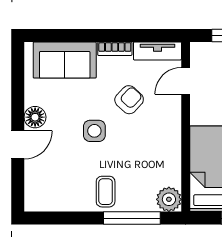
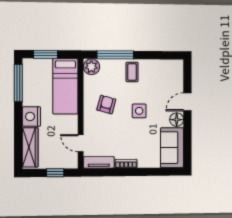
sofa: (65, 60) -> (172, 148), moved, turned -90
door: (186, 81) -> (81, 143), swing flipped
armchair: (129, 100) -> (106, 105), moved, turned 152

